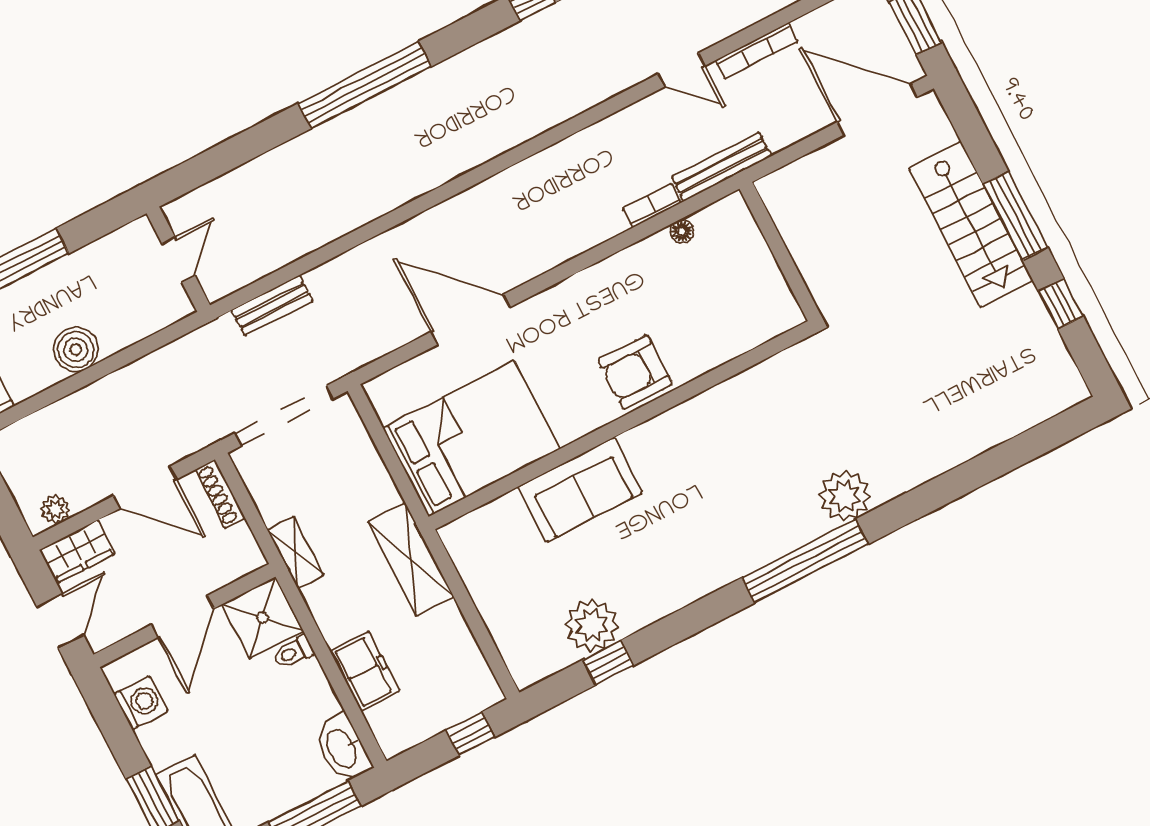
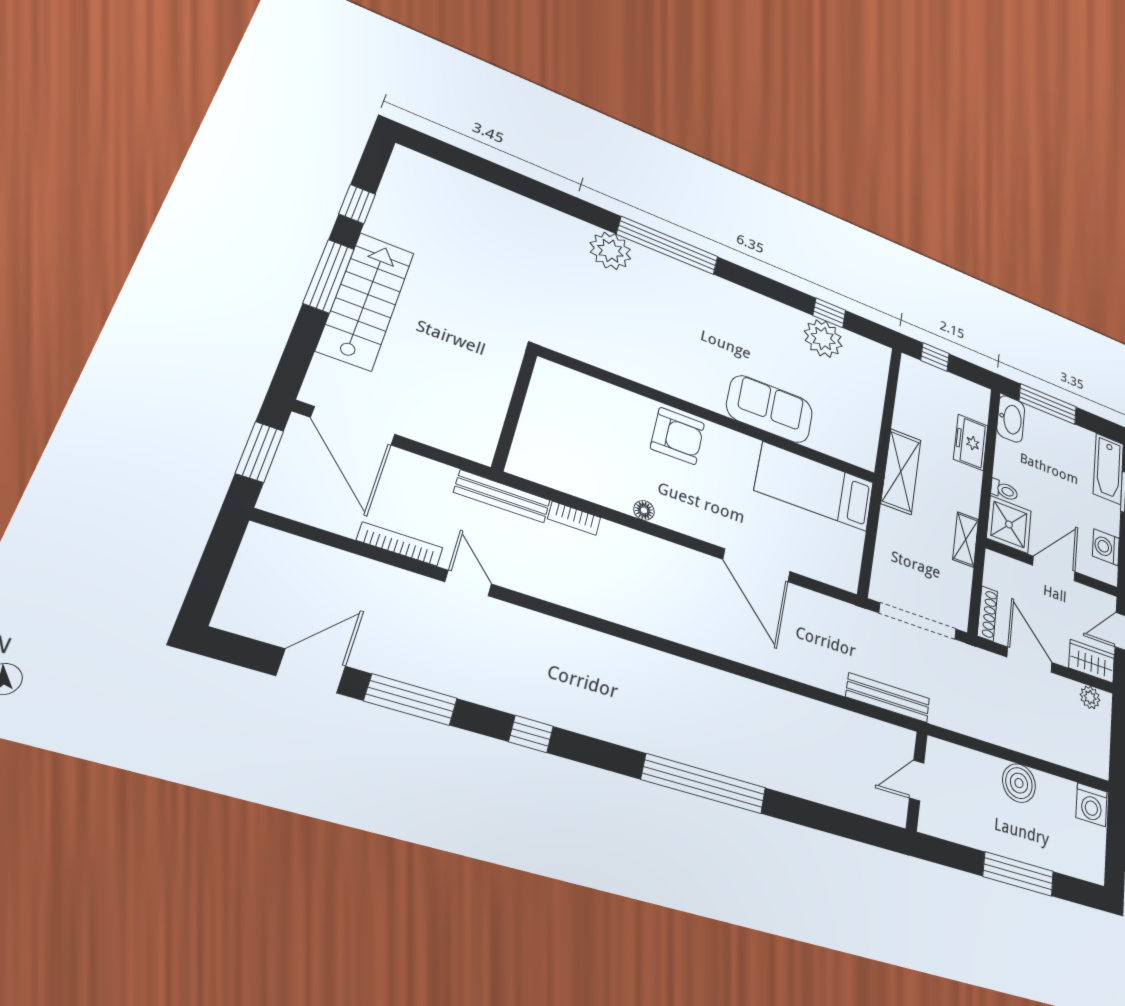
floor lamp: (682, 231) -> (644, 510), moved
bench: (272, 306) -> (888, 698), width x1.36
bed: (471, 439) -> (815, 486), width x0.67

